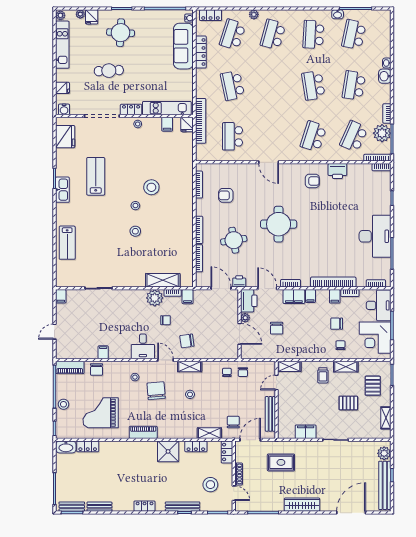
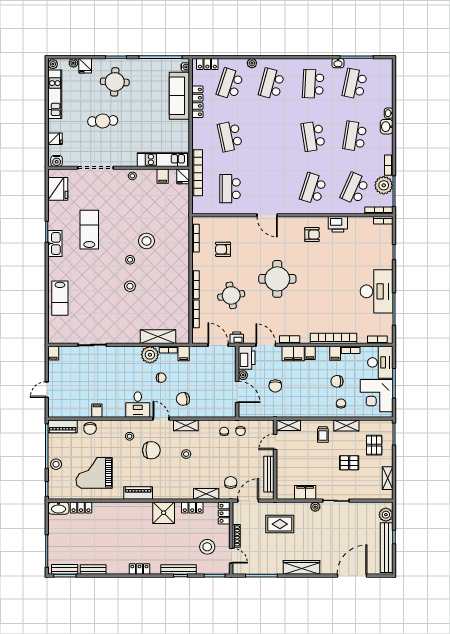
locker: (131, 110) -> (126, 161), removed
chair: (156, 391) -> (151, 450), turned 95
plant: (316, 446) -> (315, 507), added

